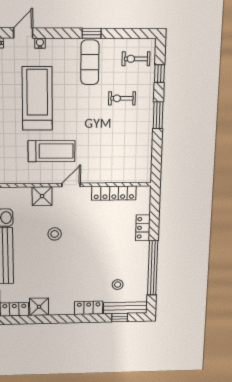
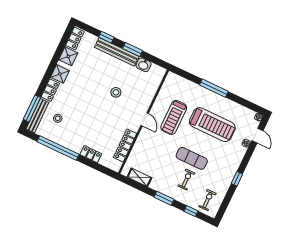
exercise mat: (90, 62) -> (192, 158), moved
shelving: (145, 158) -> (139, 177), added
shower: (42, 196) -> (60, 74), moved
window: (120, 318) -> (32, 108), width x2.17

